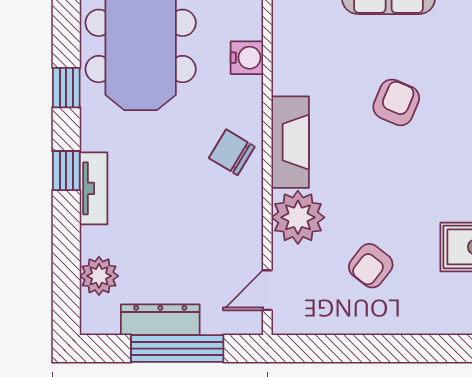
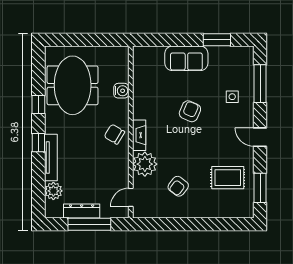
fireplace: (290, 142) -> (139, 135), width x0.73, depth x0.76
tv unit: (93, 188) -> (51, 158), width x1.41

